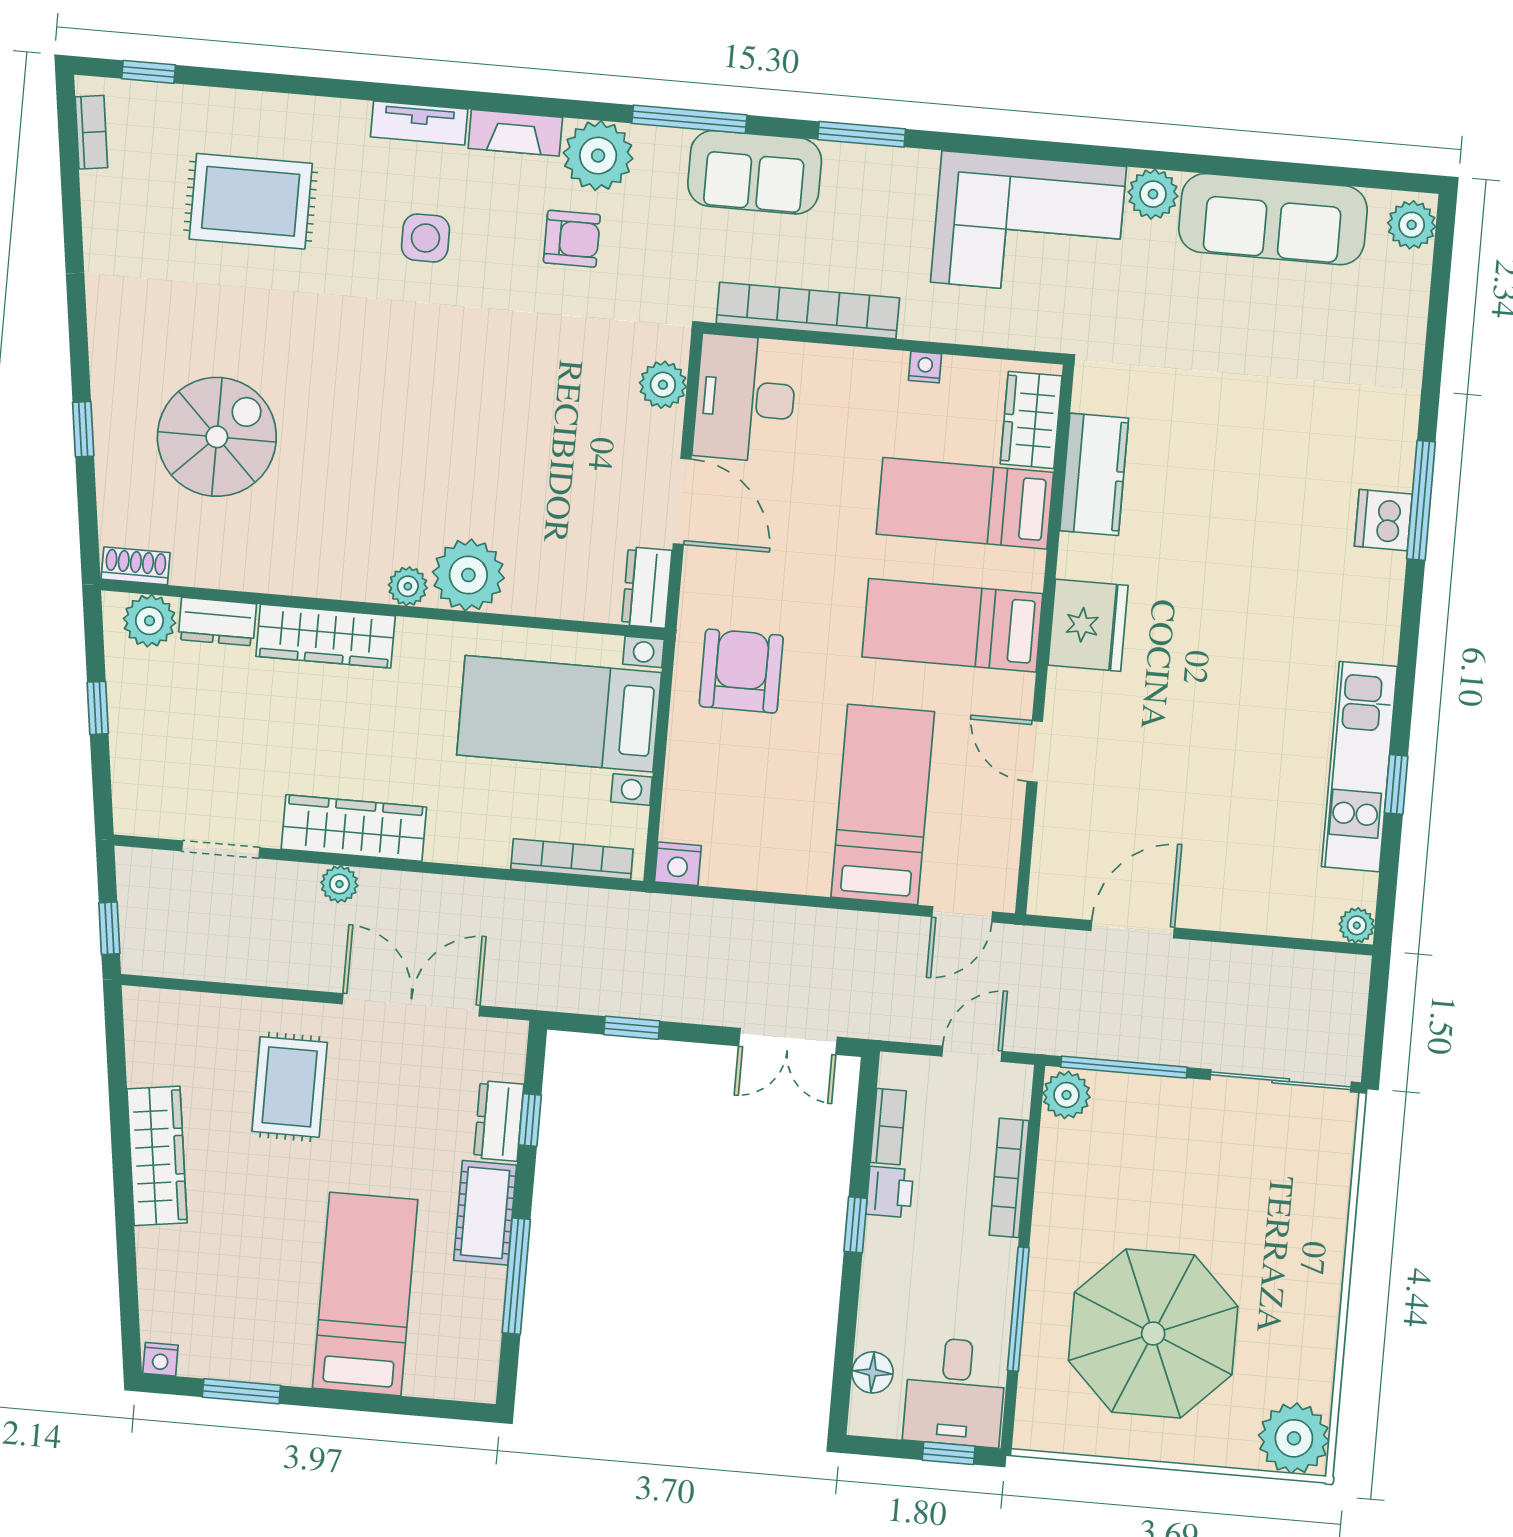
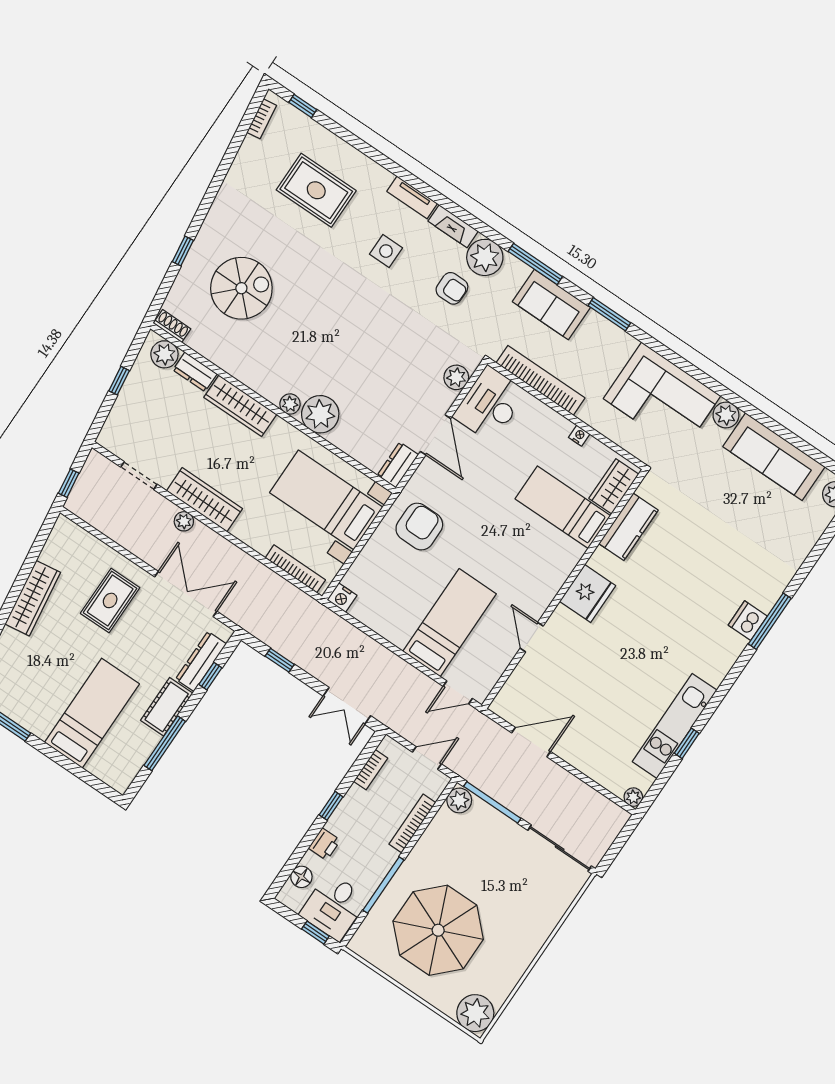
bed: (952, 625) -> (526, 559), removed
dresser: (499, 1121) -> (201, 661), width x1.44
printer: (890, 1192) -> (324, 844), moved

